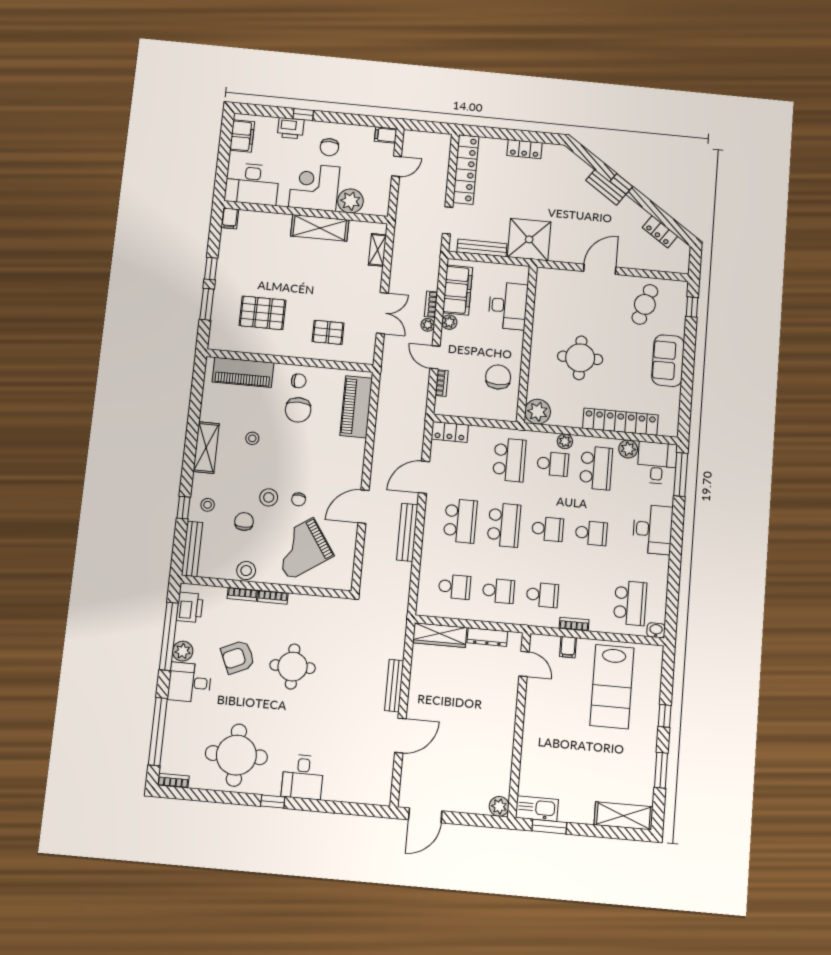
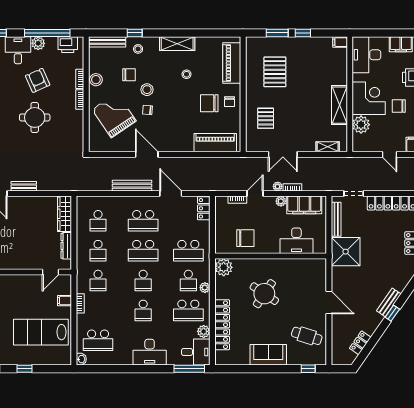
round table: (580, 358) -> (264, 294), turned 34
bench: (394, 686) -> (24, 186), width x0.73

